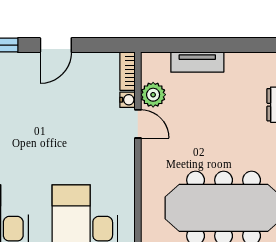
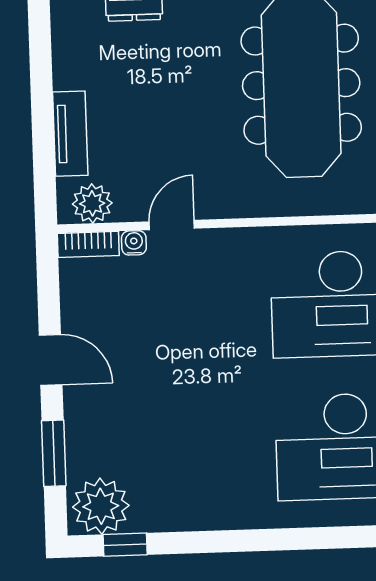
plant: (153, 95) -> (92, 203), moved

